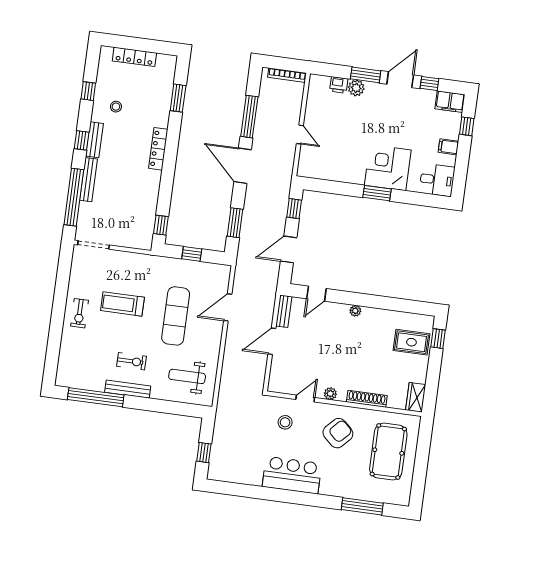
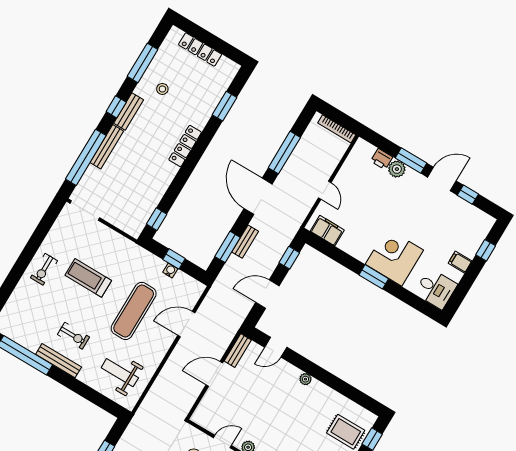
window: (88, 91) -> (143, 63), width x2.17
filing cabinet: (450, 102) -> (327, 231), moved, turned 180
bench: (249, 211) -> (245, 242), added
water cooler: (193, 266) -> (170, 270), added

